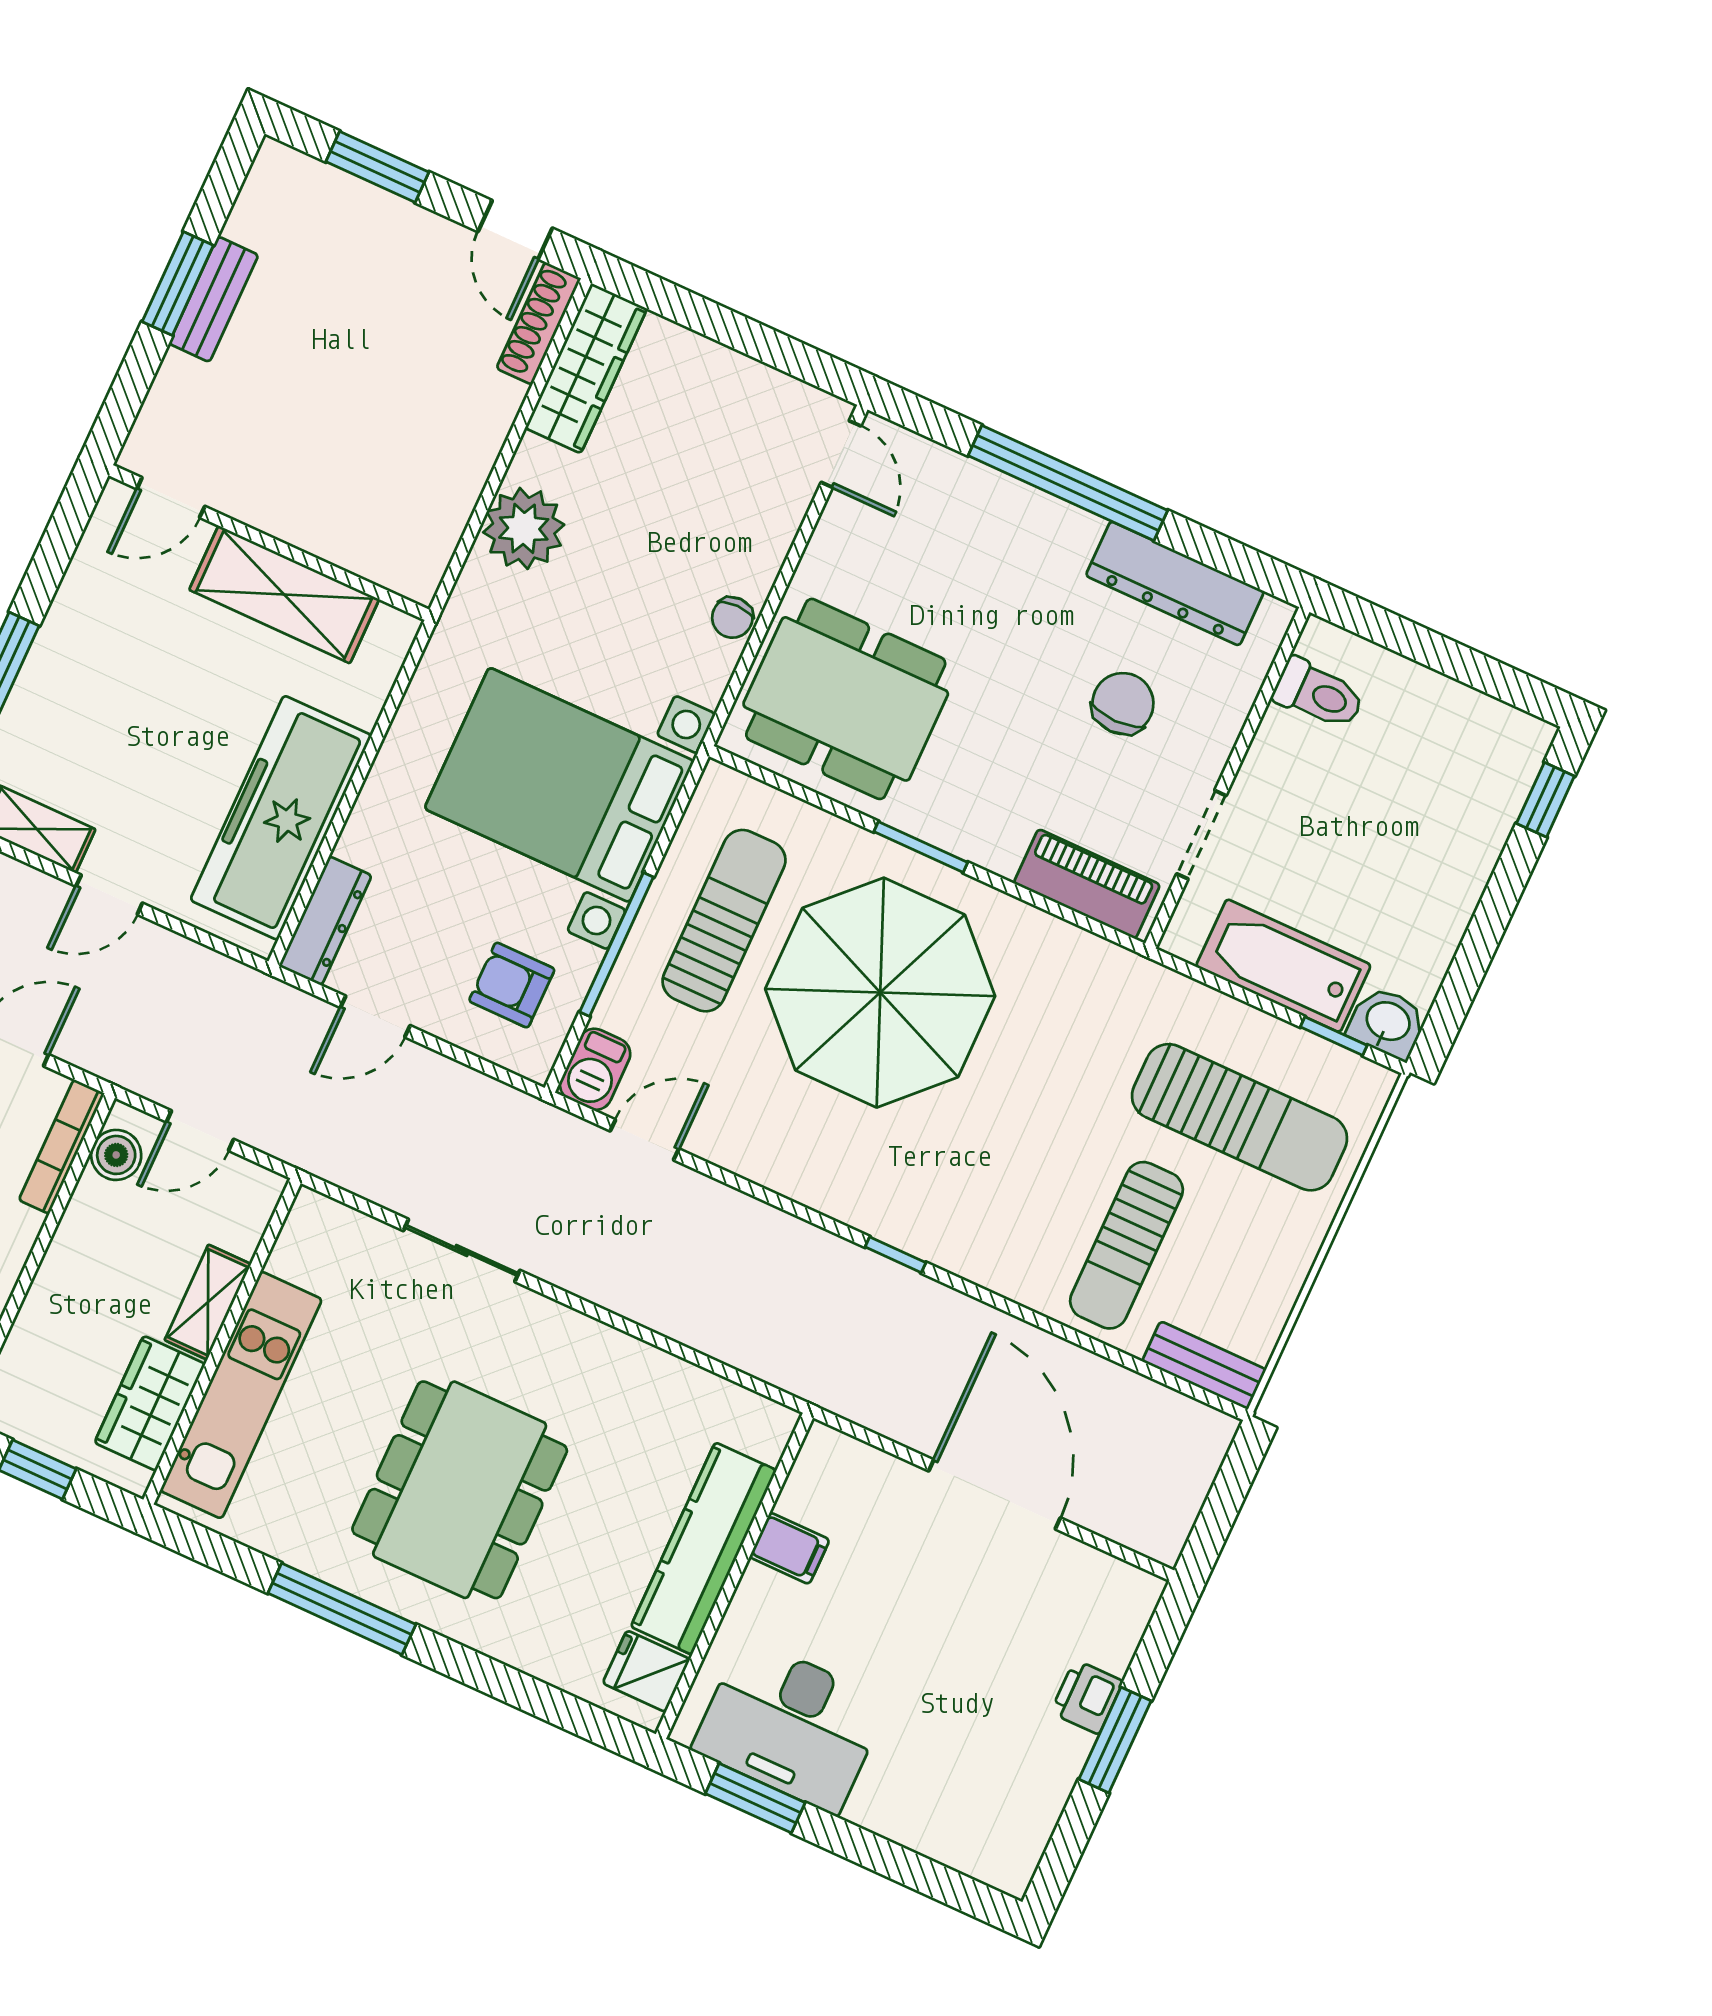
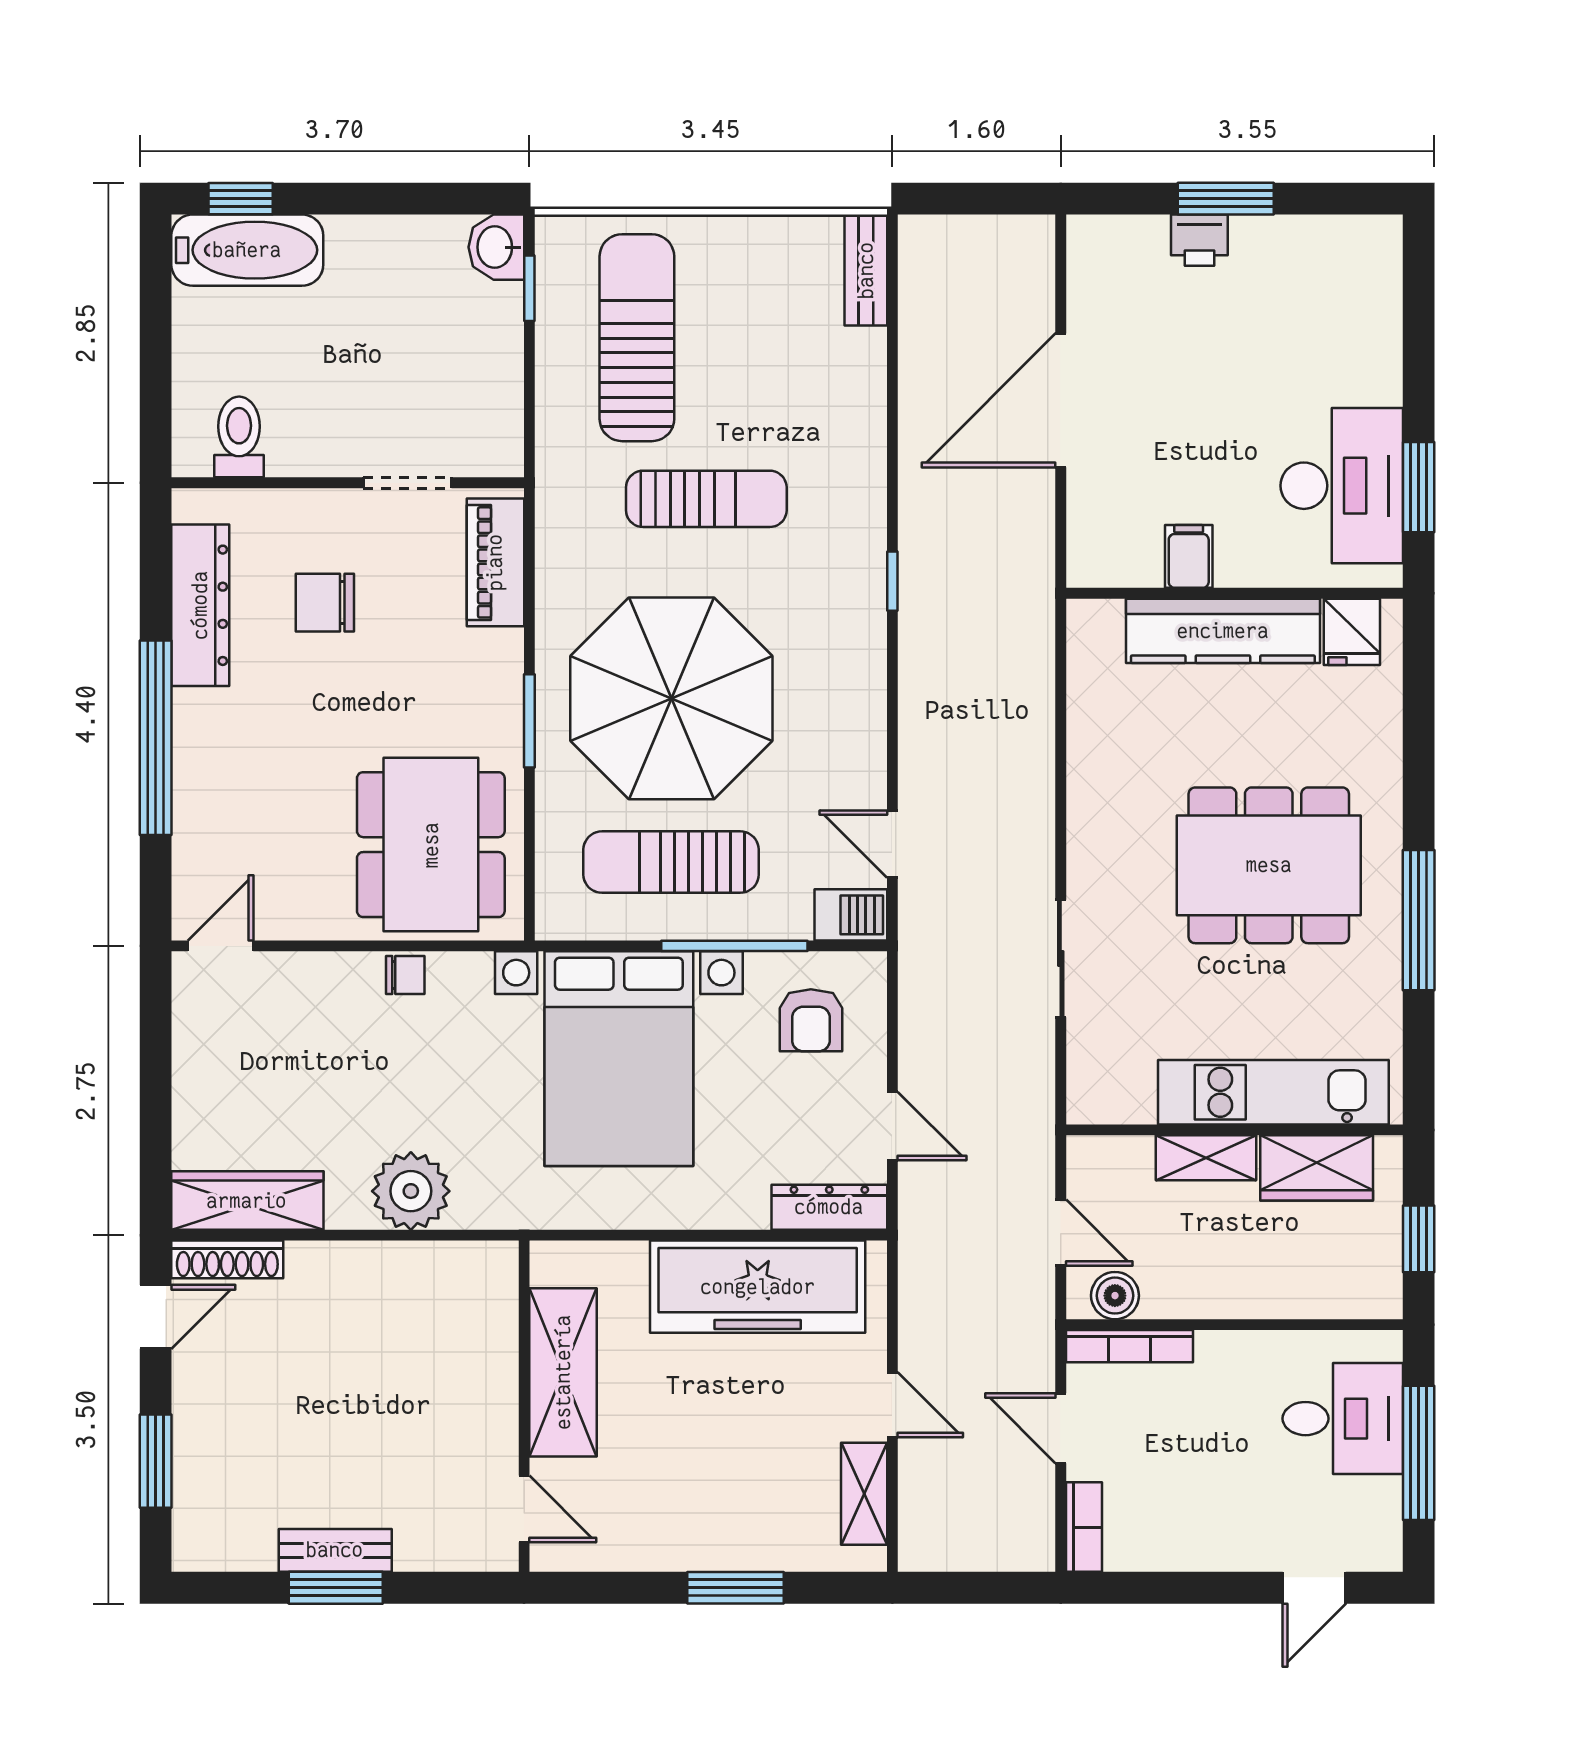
bathtub: (1283, 966) -> (247, 250), moved, turned -90
sun lounger: (1126, 1245) -> (706, 499), moved

